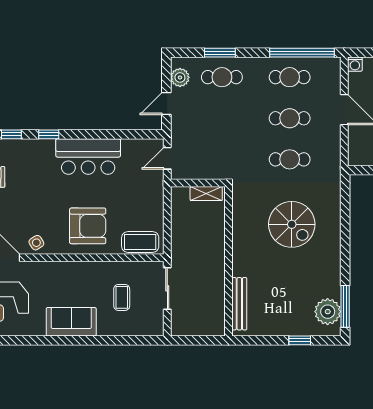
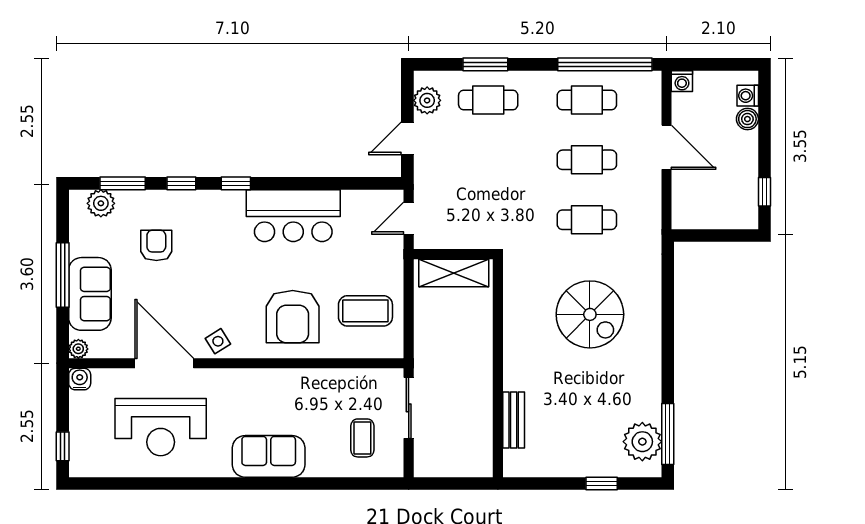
shelving: (206, 194) -> (454, 273), width x1.50, depth x1.33
armchair: (88, 226) -> (293, 317), turned 90
coffee table: (140, 242) -> (365, 311), moved
coffee table: (122, 297) -> (362, 438), moved
bench: (239, 304) -> (514, 420), width x0.73

